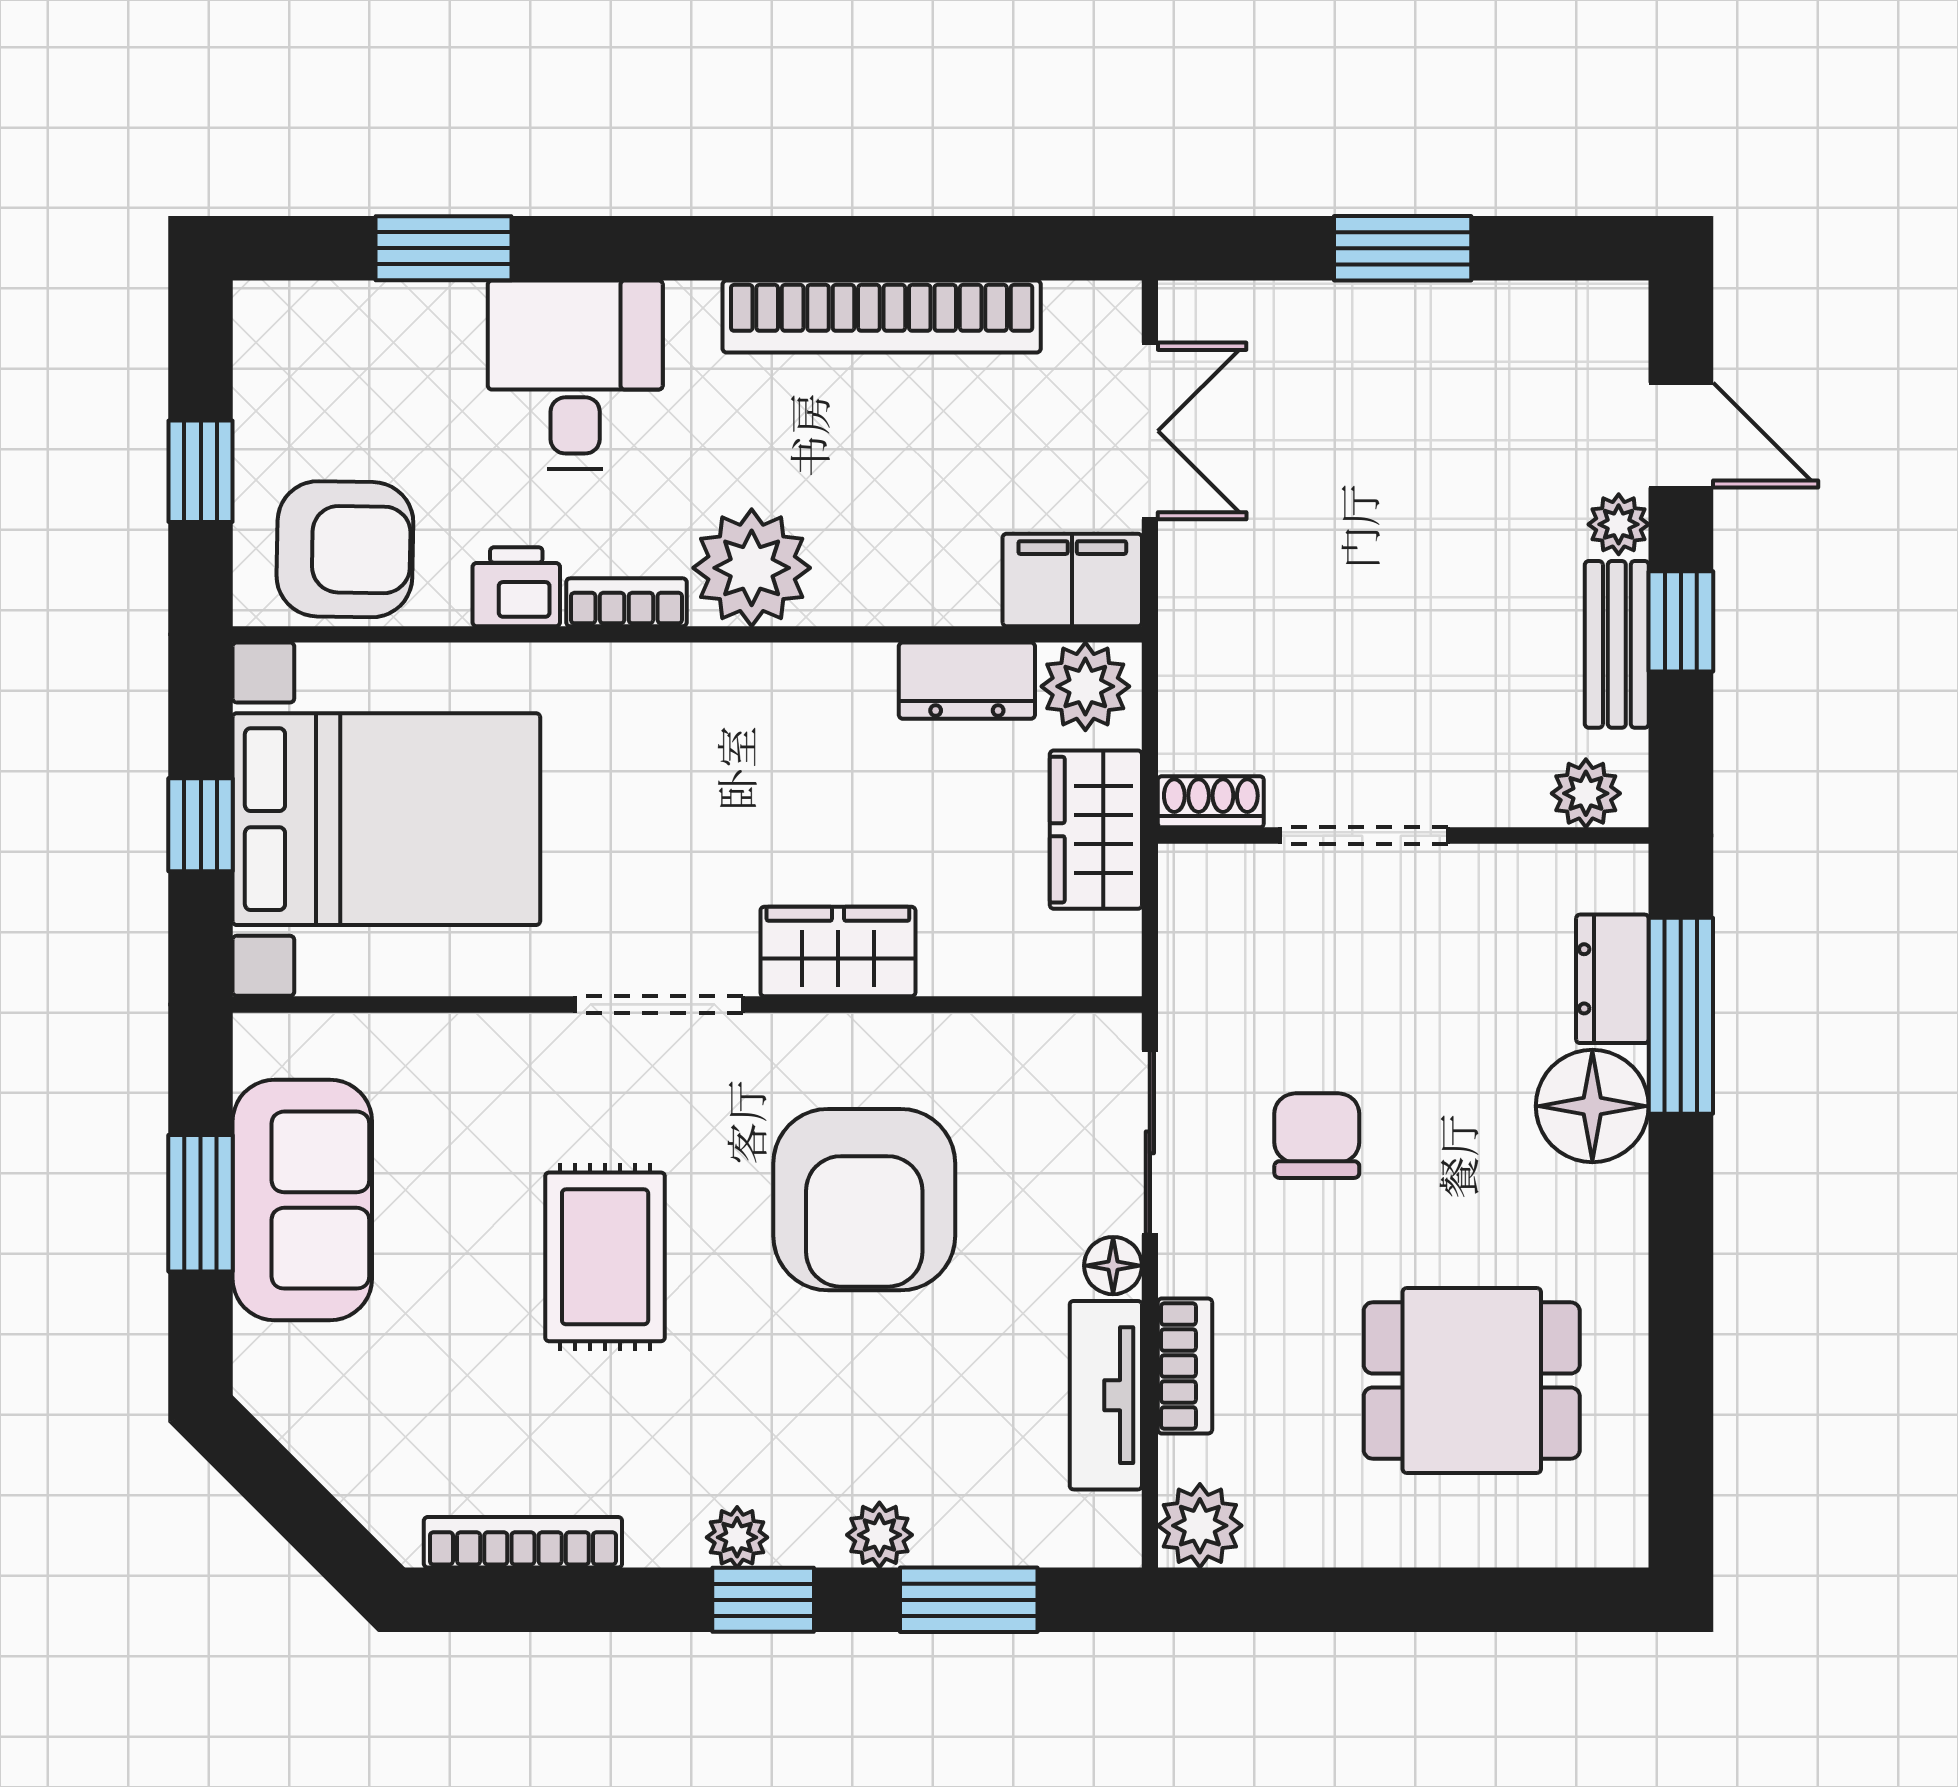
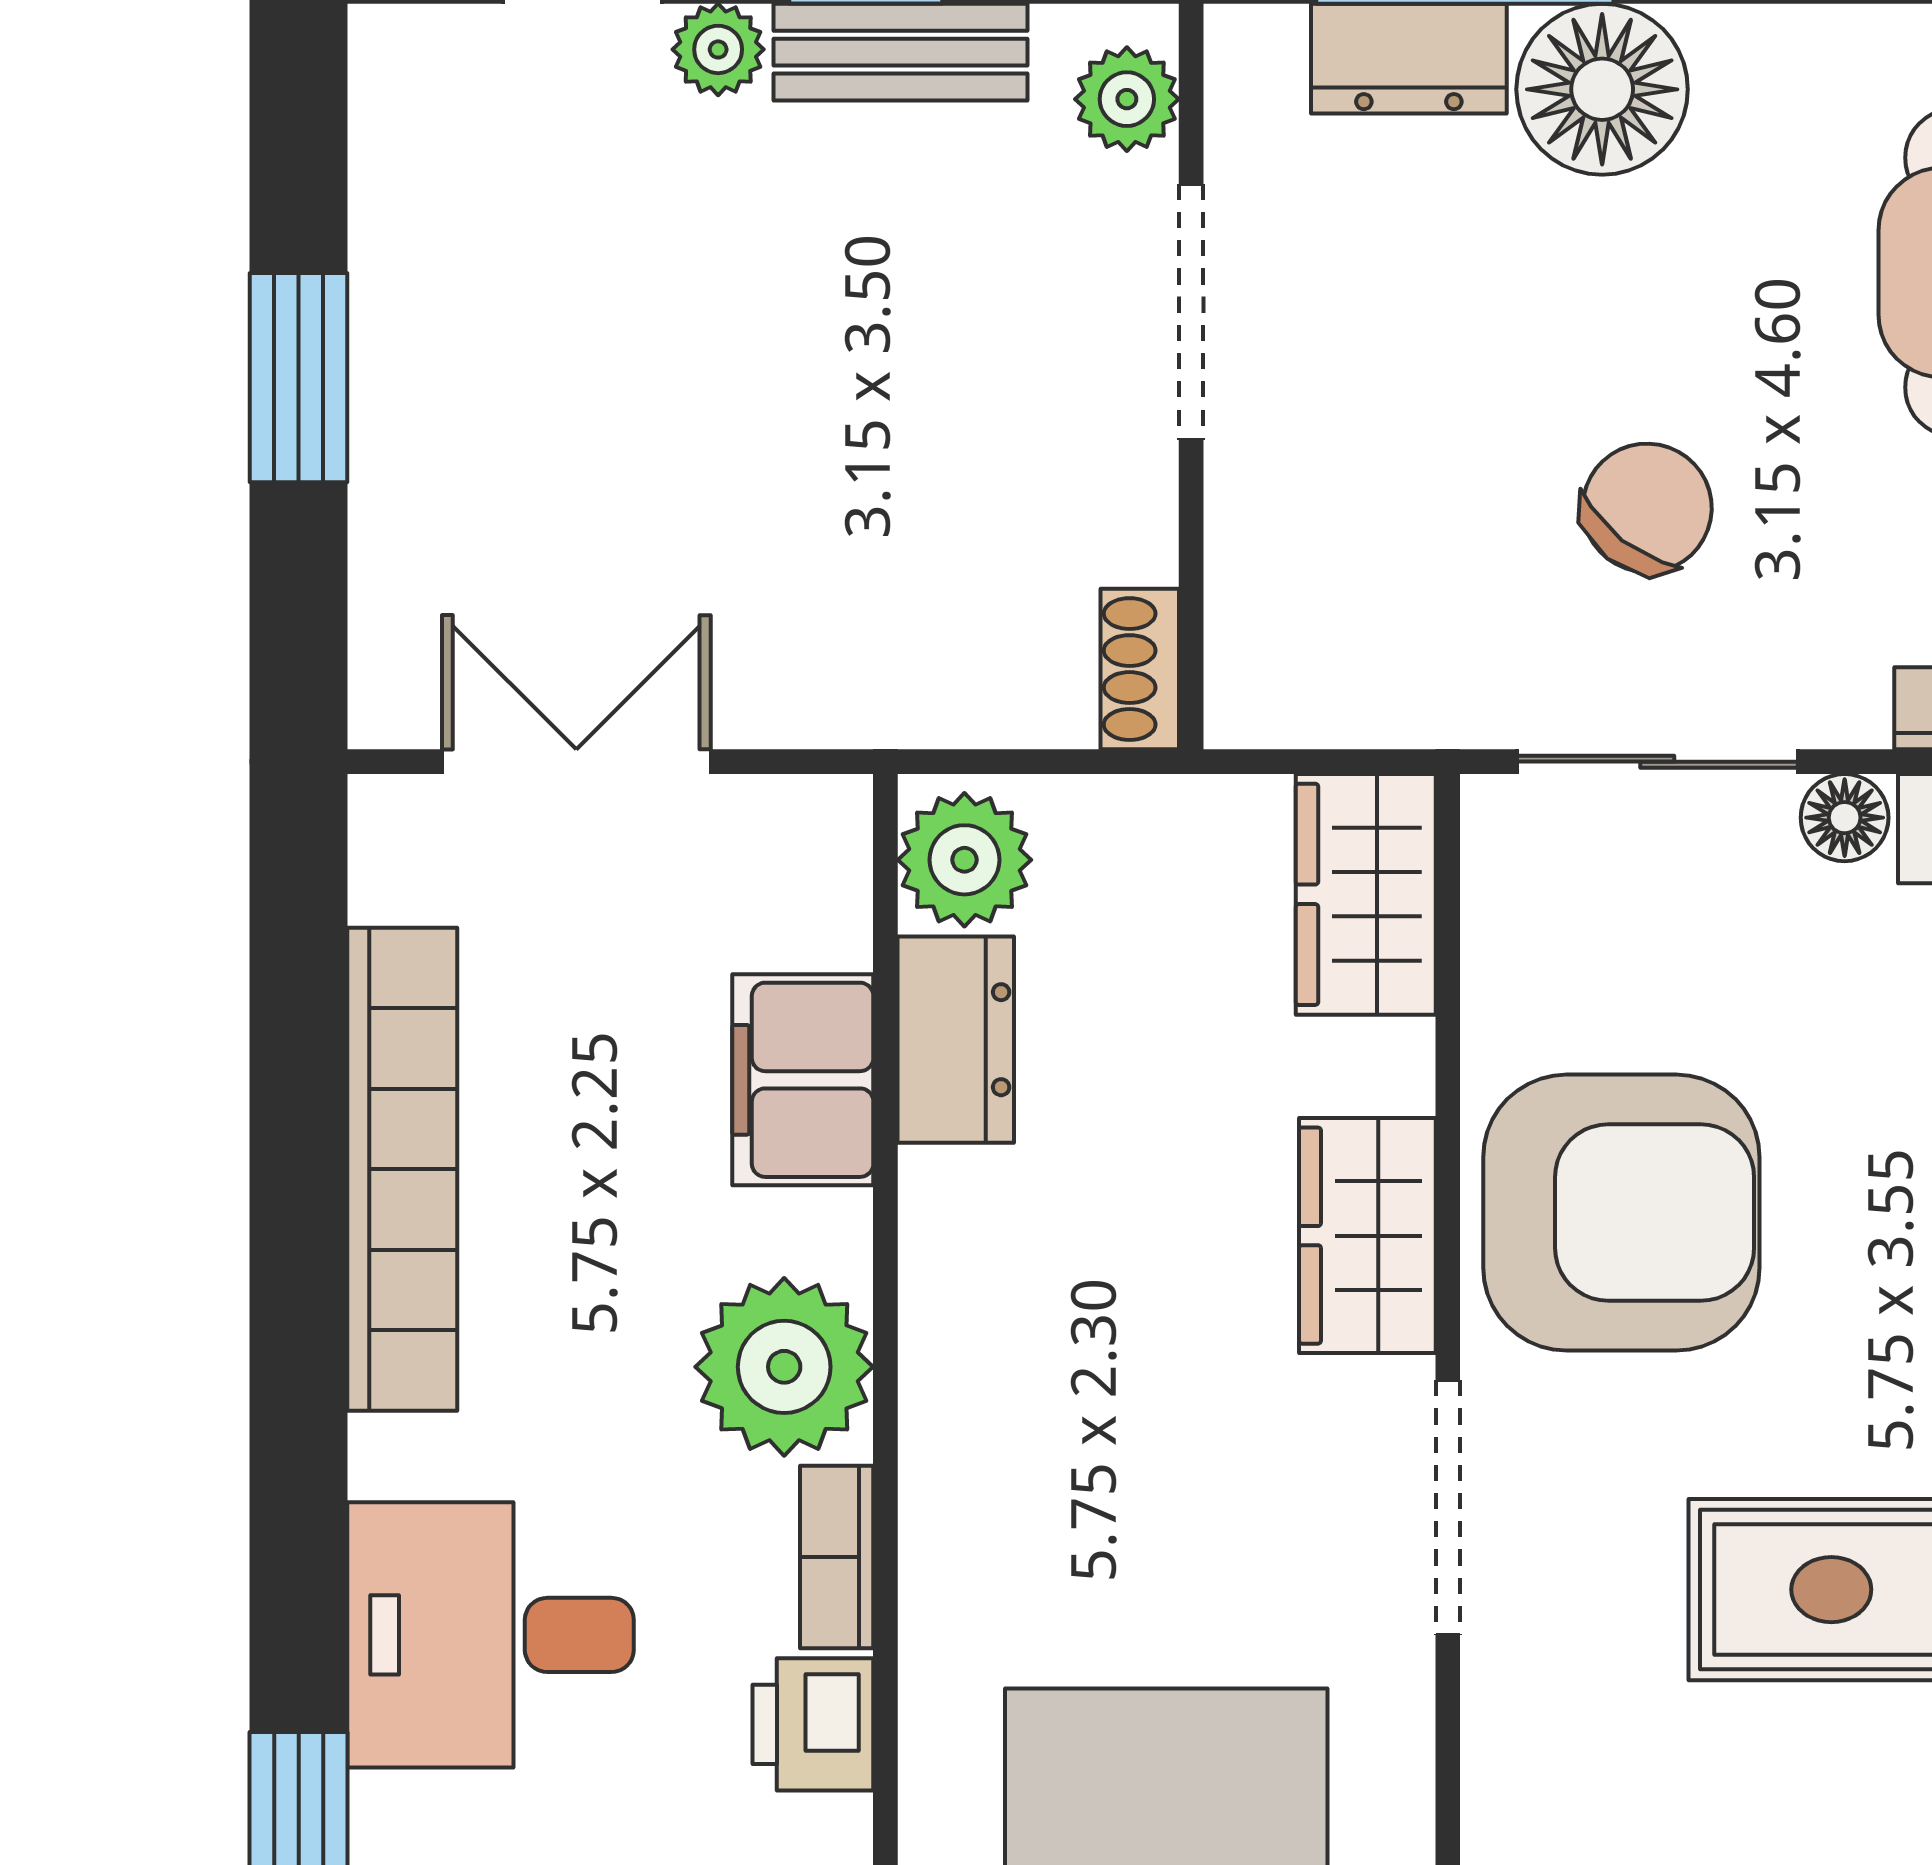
filing cabinet: (1072, 580) -> (803, 1080), moved
wardrobe: (1096, 830) -> (1366, 894), moved, turned 90
doorway: (1364, 836) -> (1191, 312), moved
chair: (1317, 1136) -> (1647, 508), turned 128
armchair: (864, 1200) -> (1621, 1213), moved

